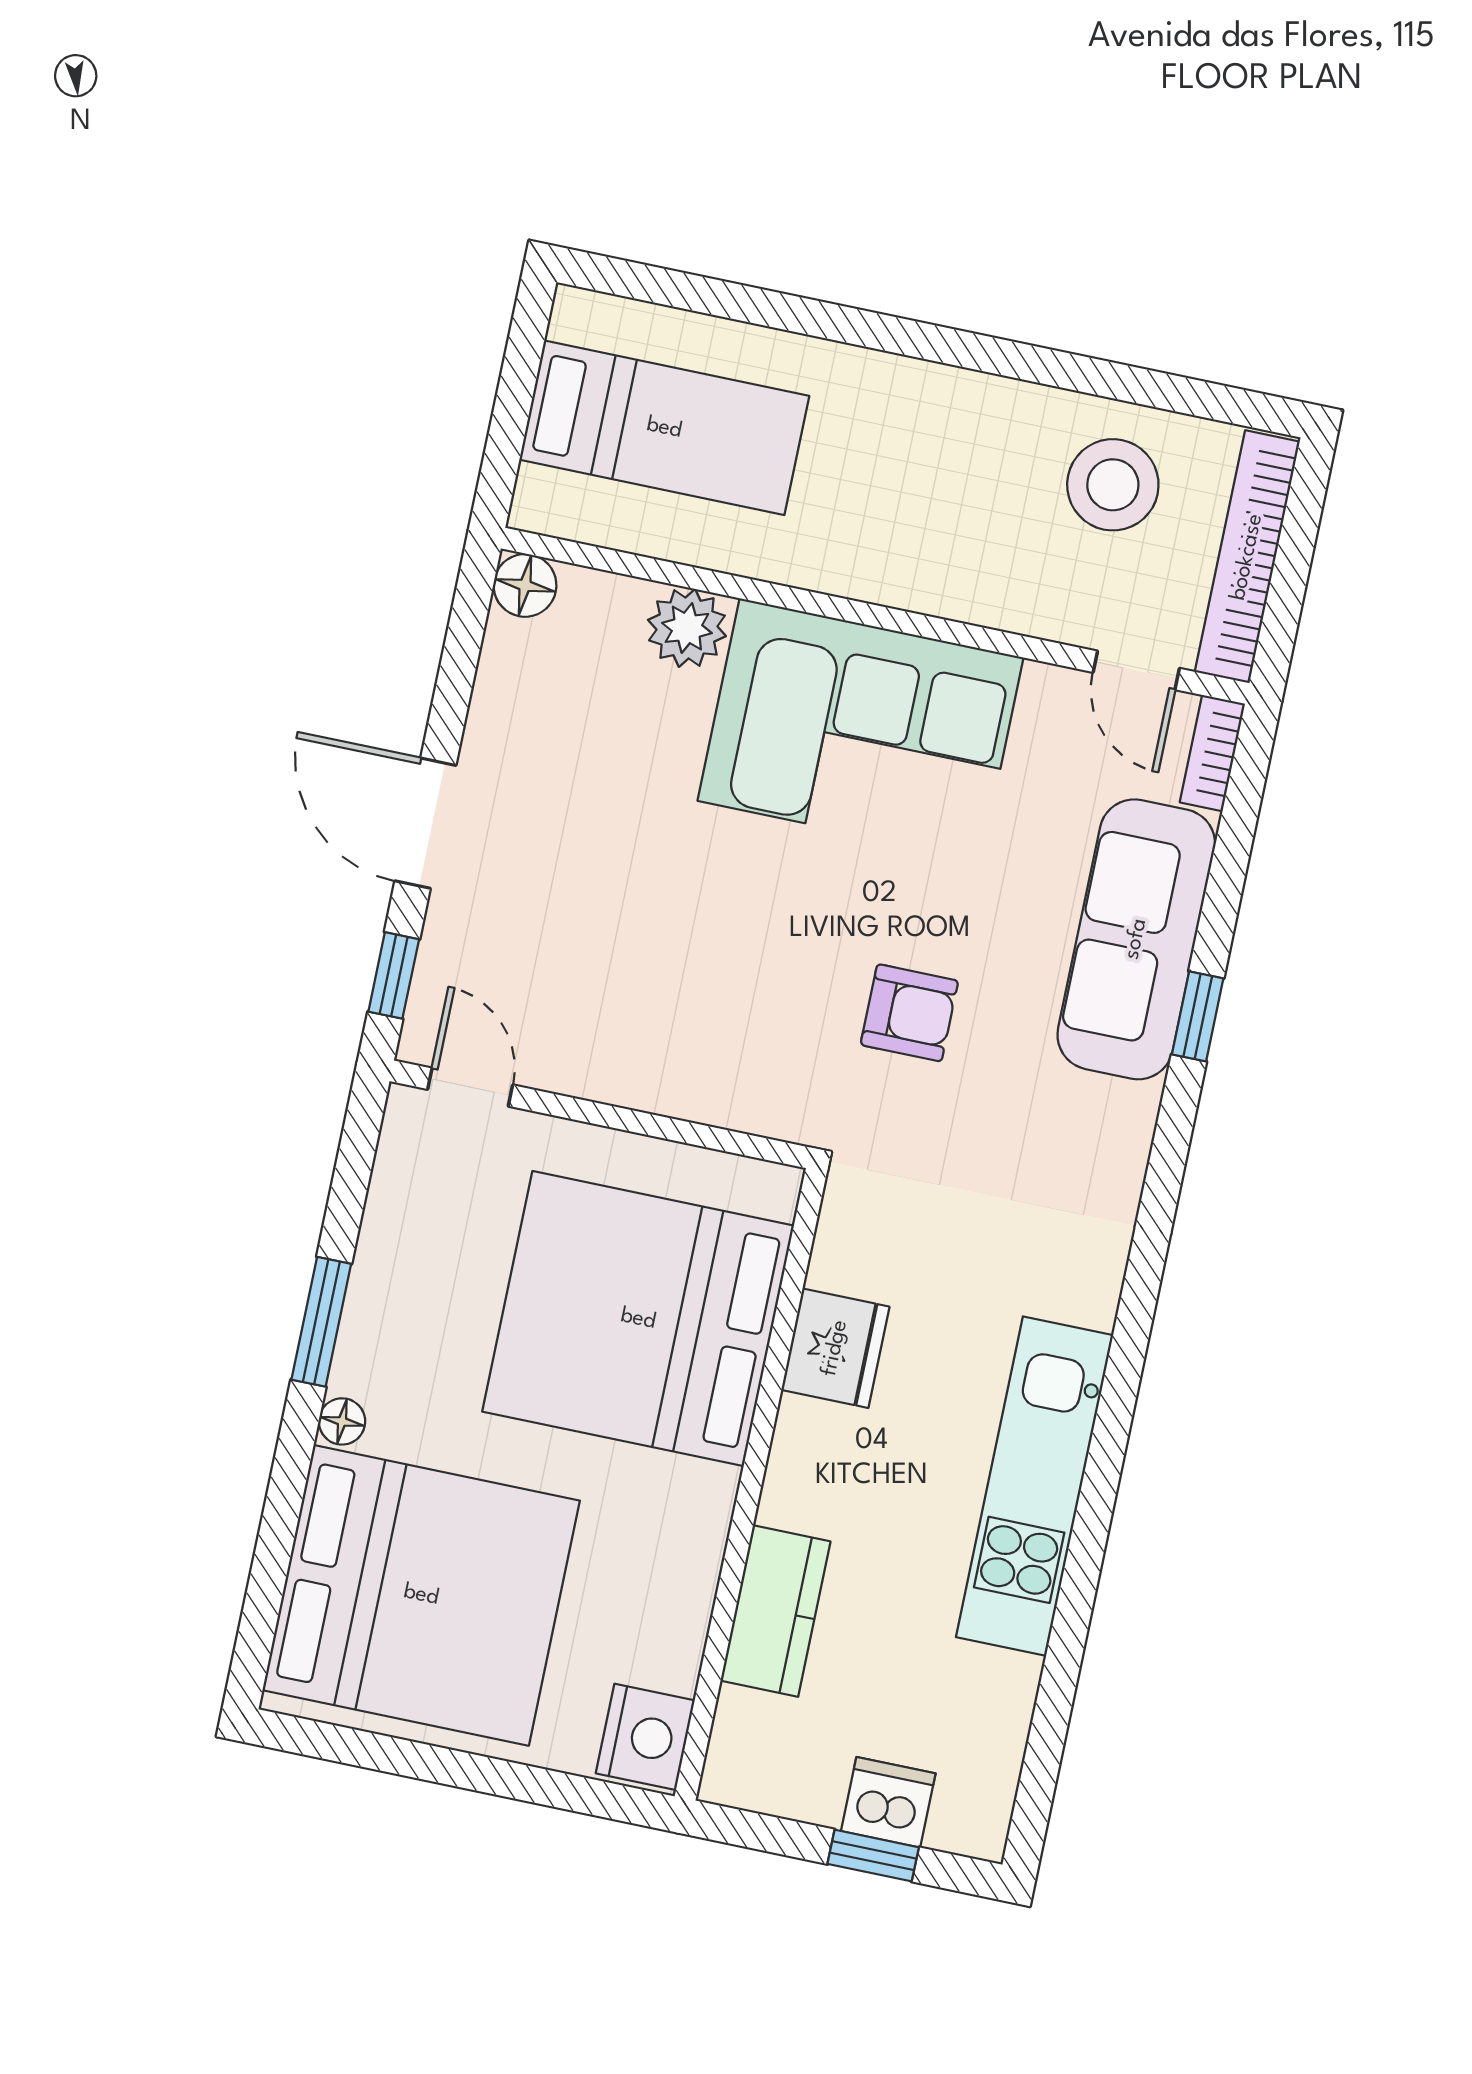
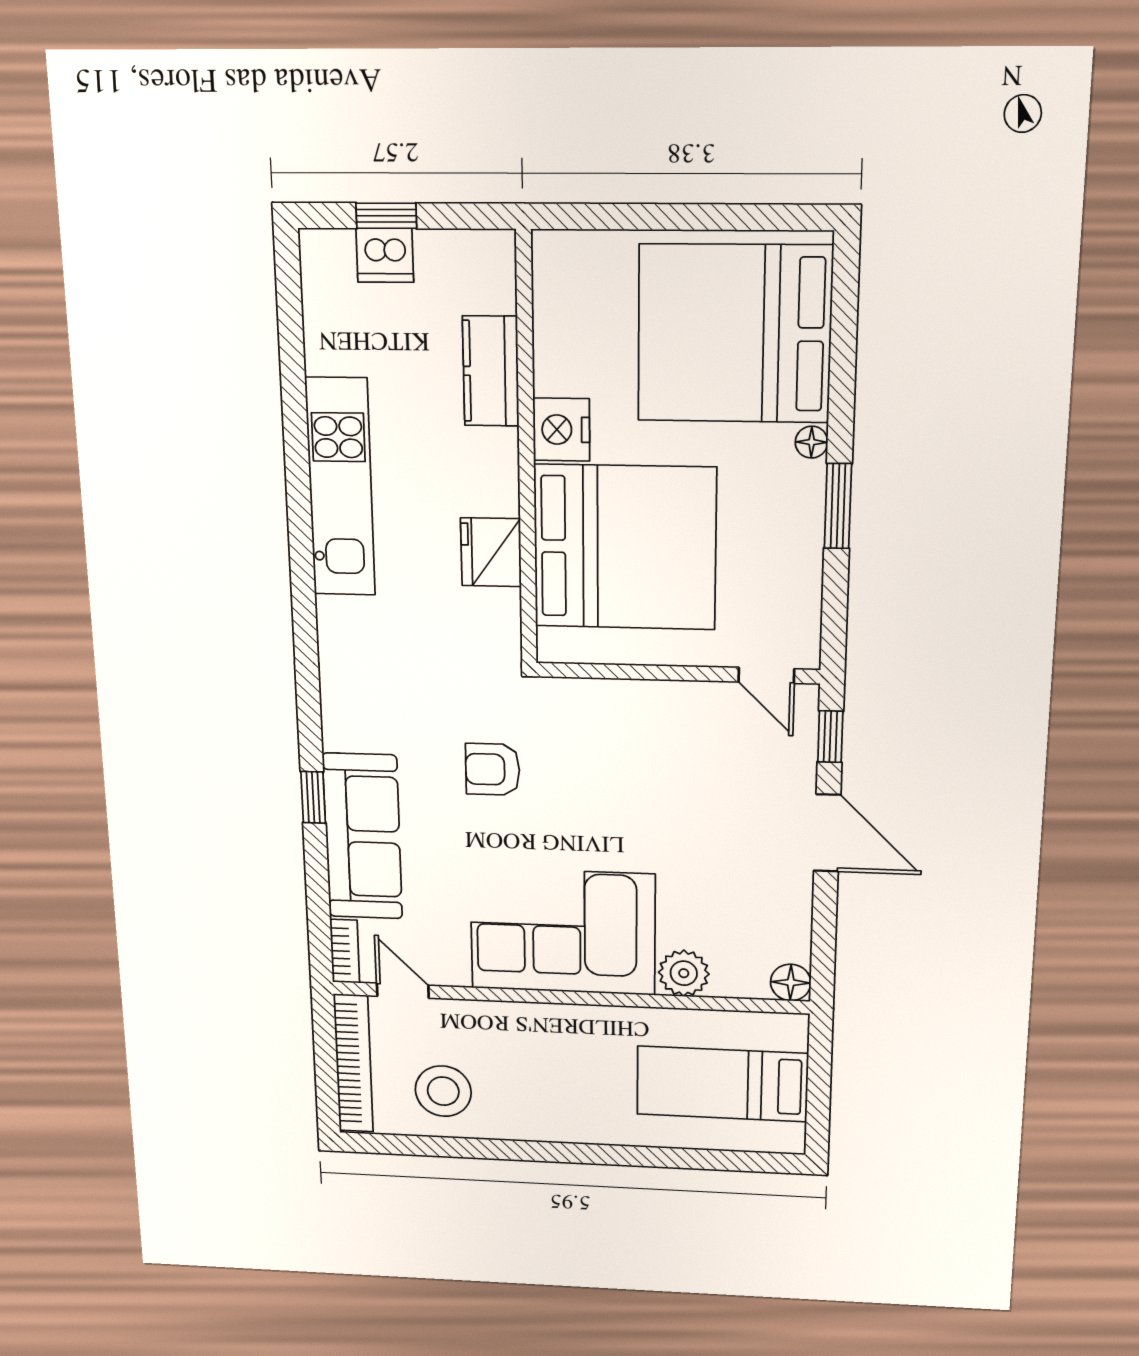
nightstand: (645, 1737) -> (561, 430), moved

